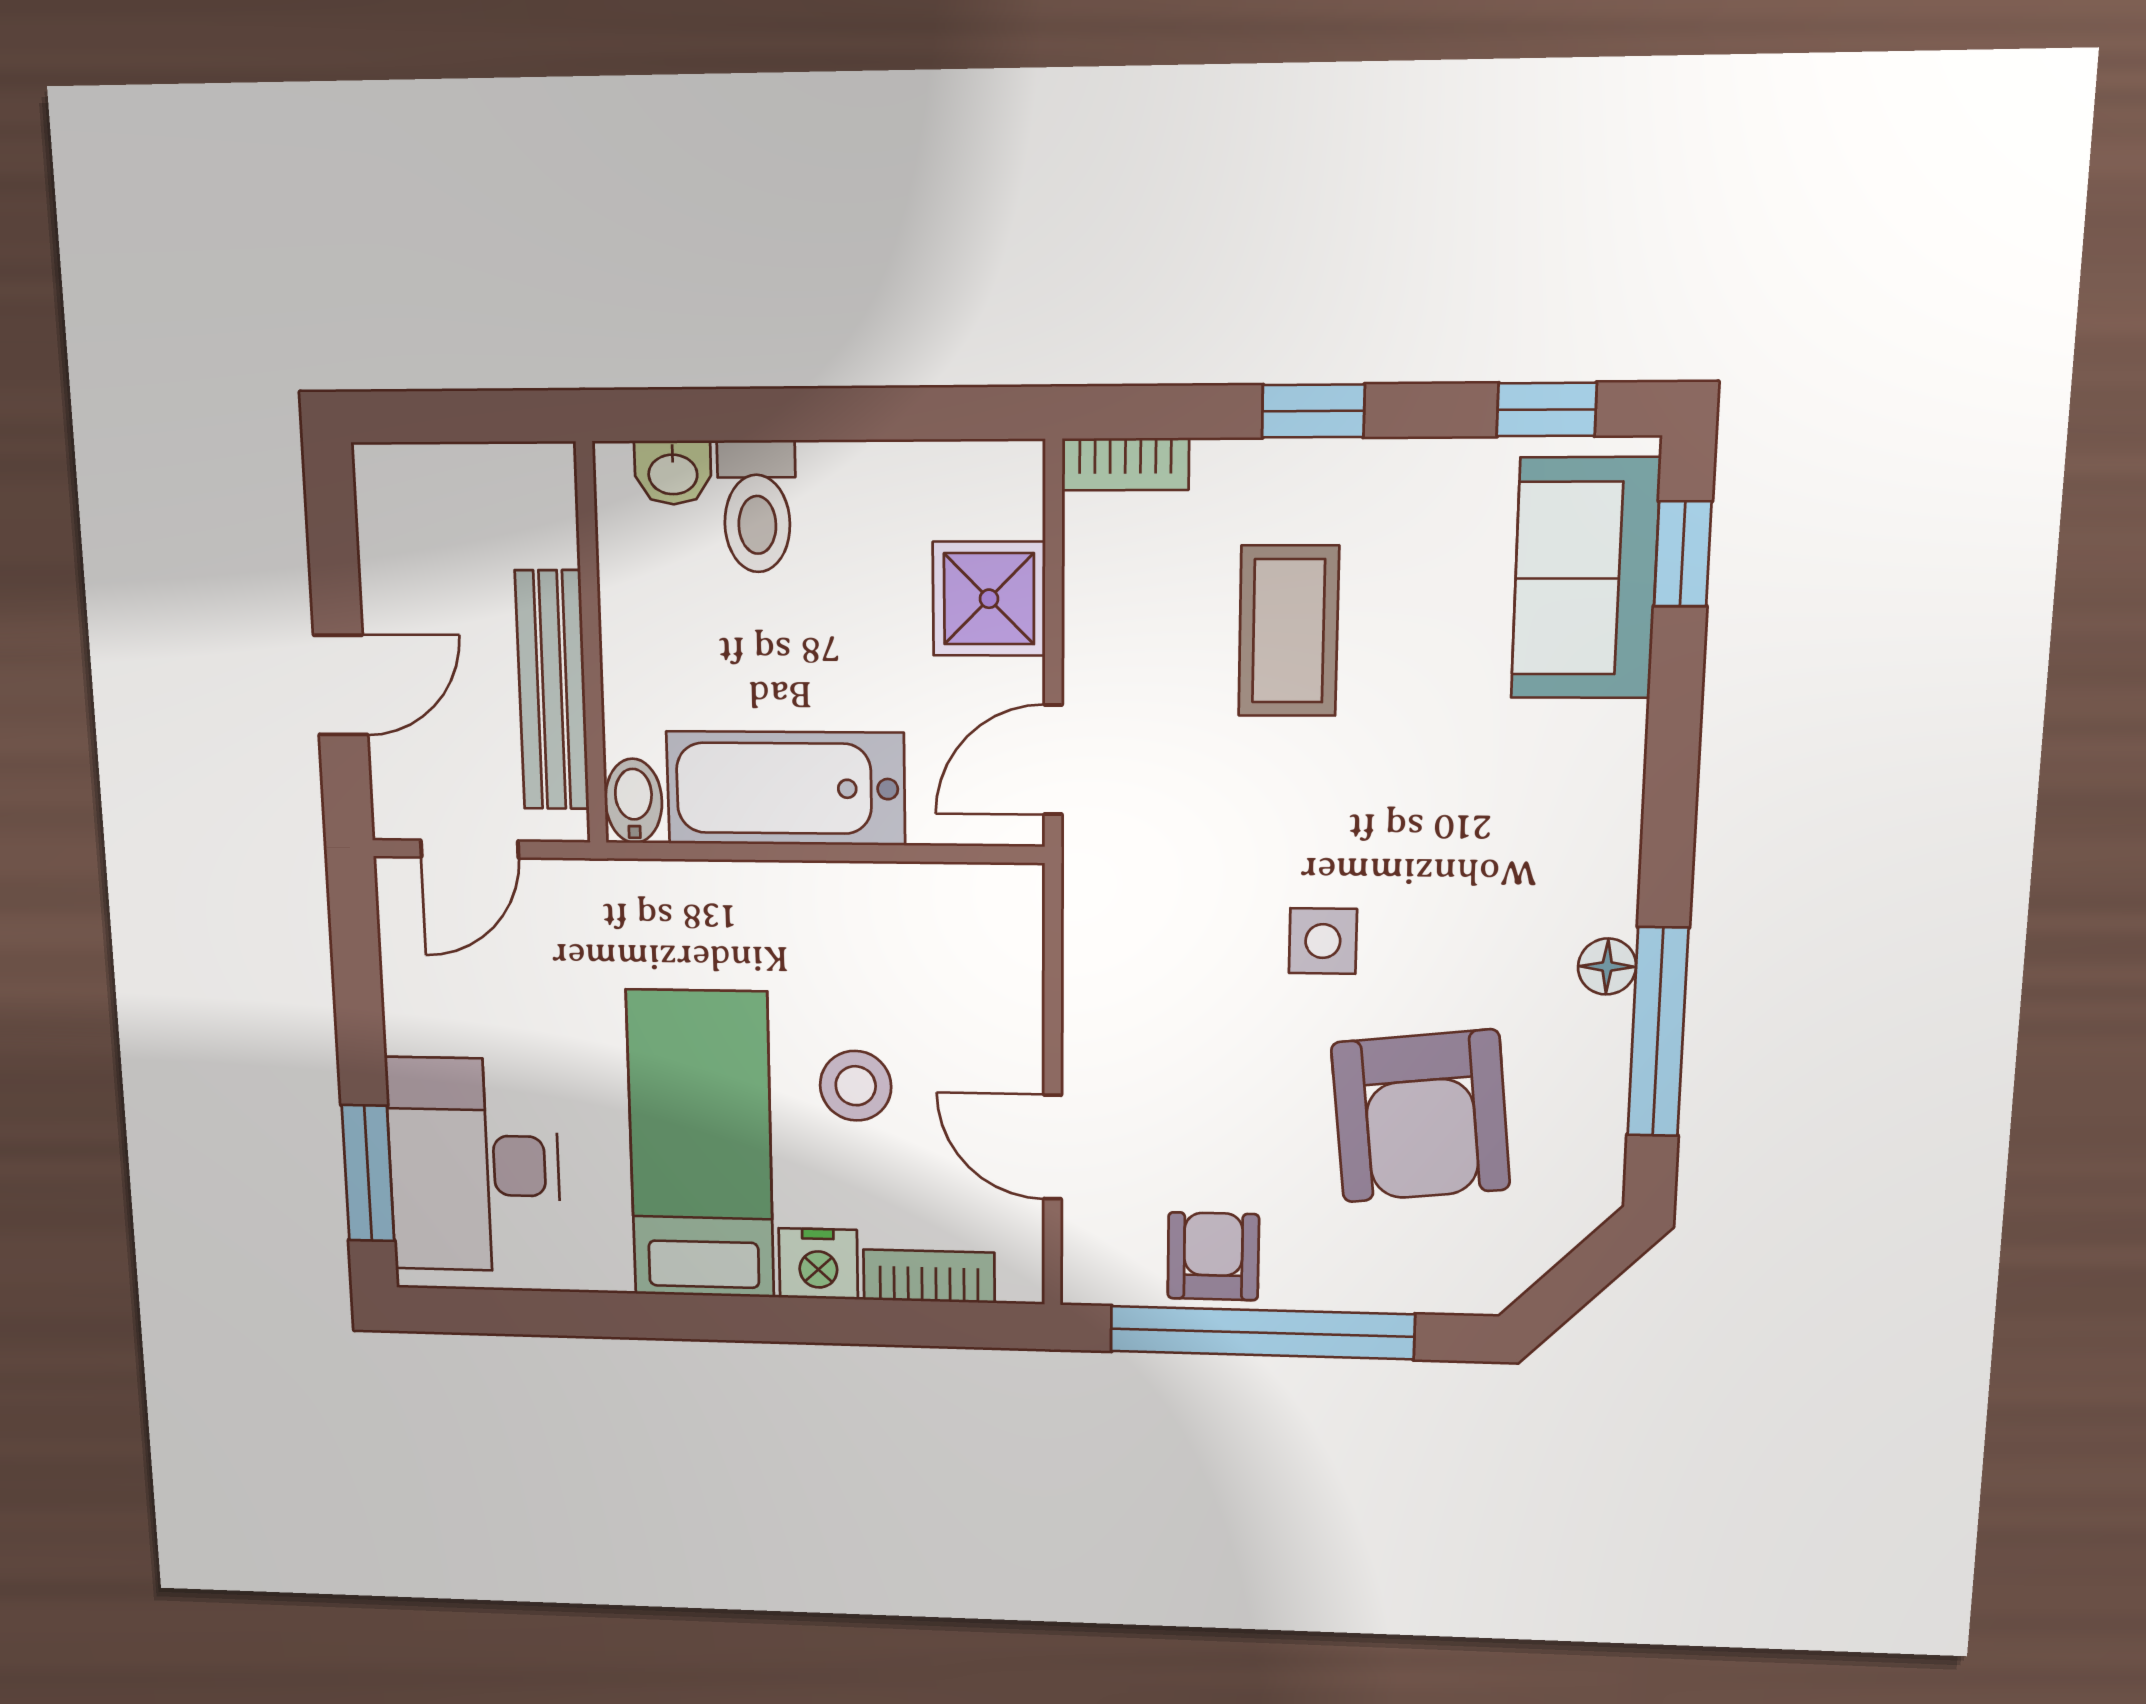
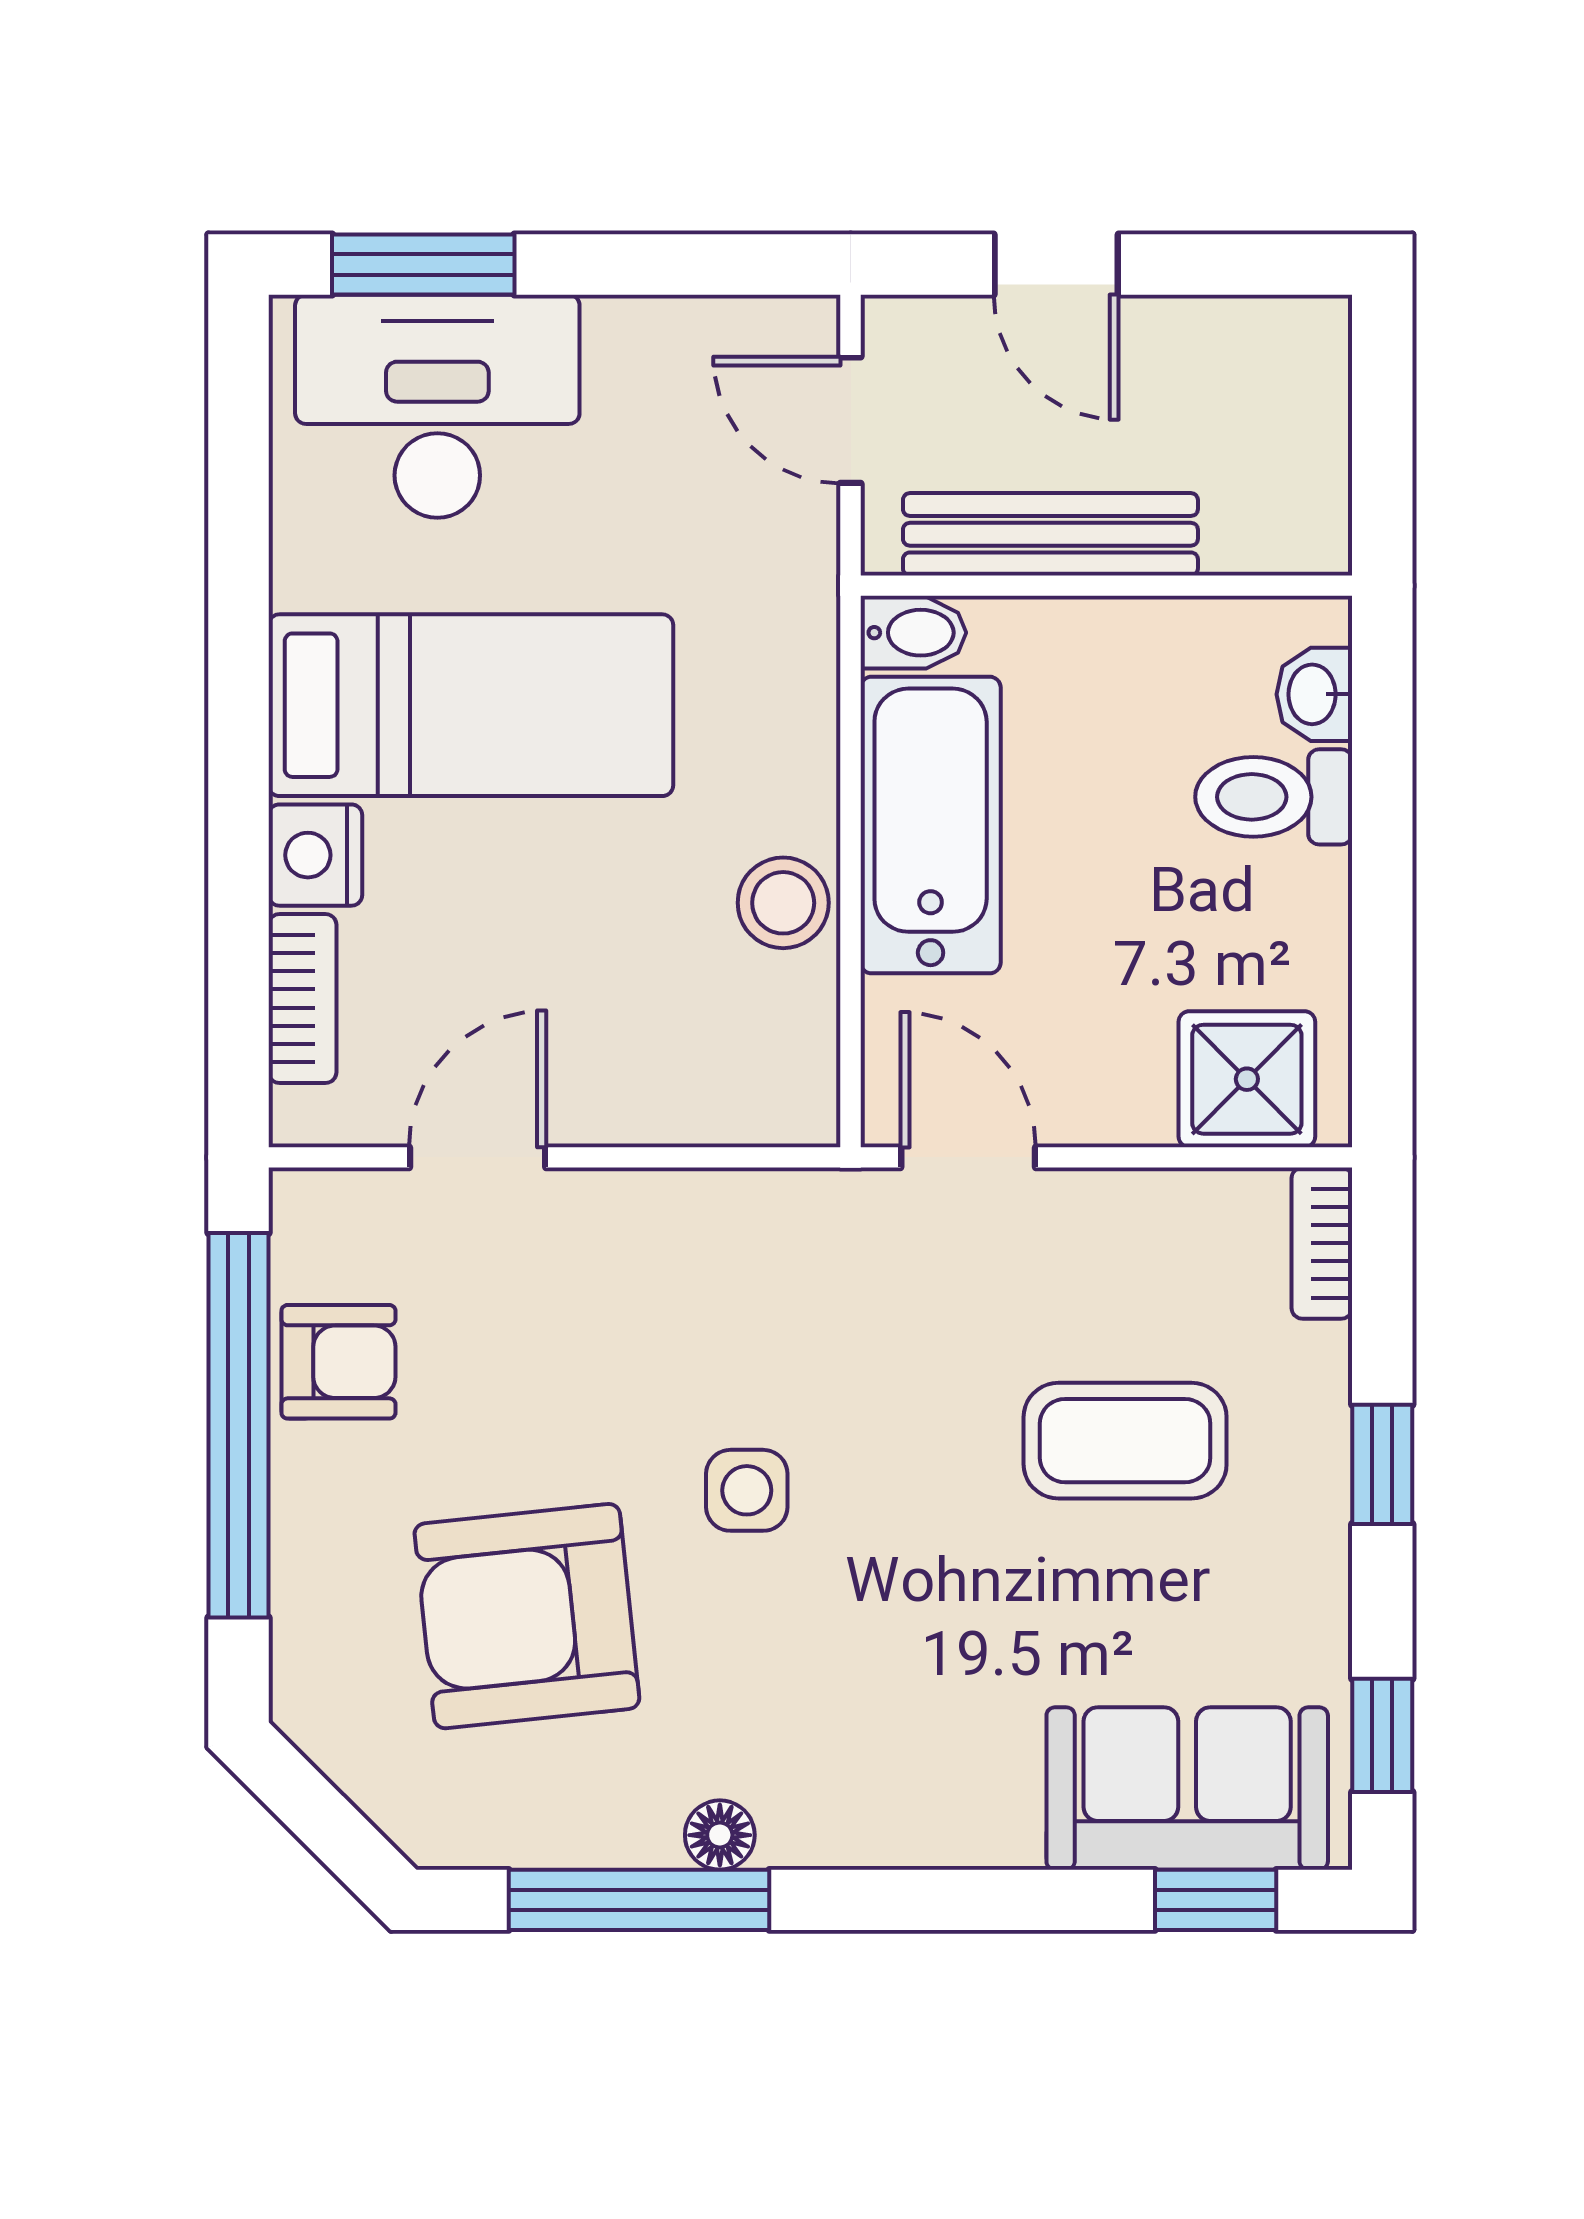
shower: (989, 599) -> (1247, 1079), moved
stool: (856, 1086) -> (783, 903), moved

